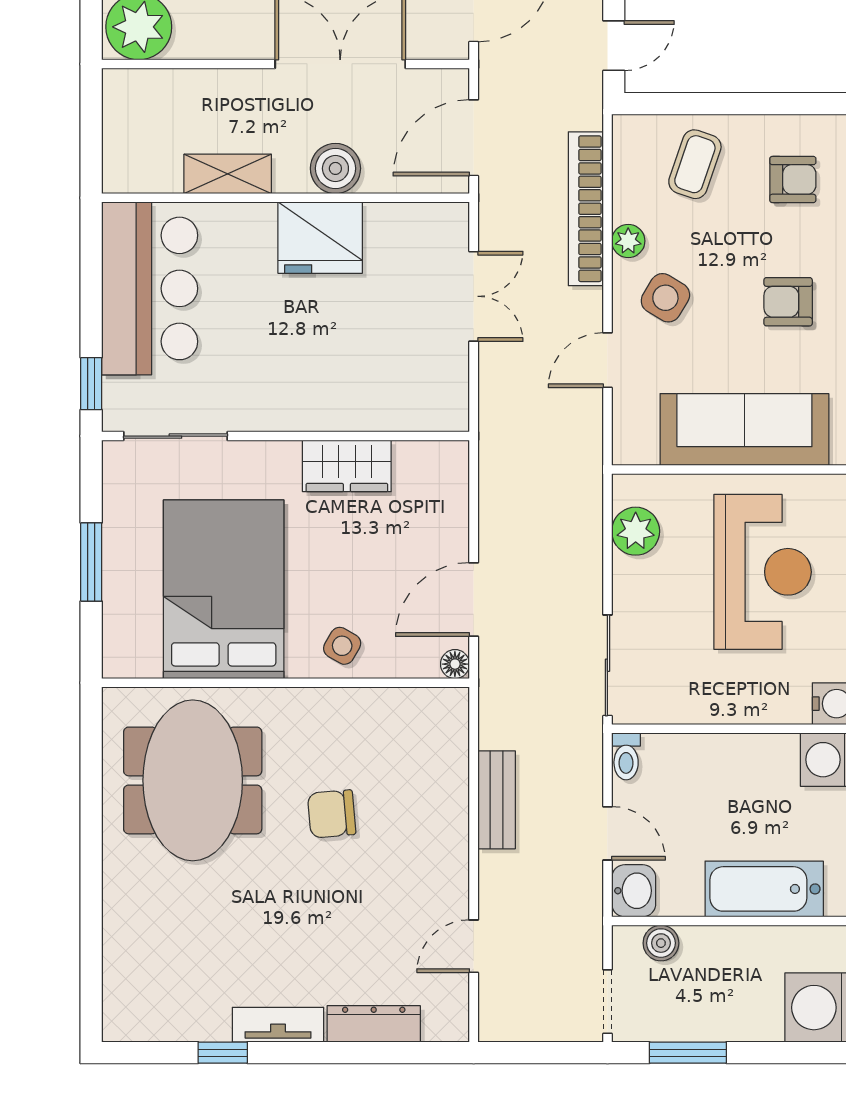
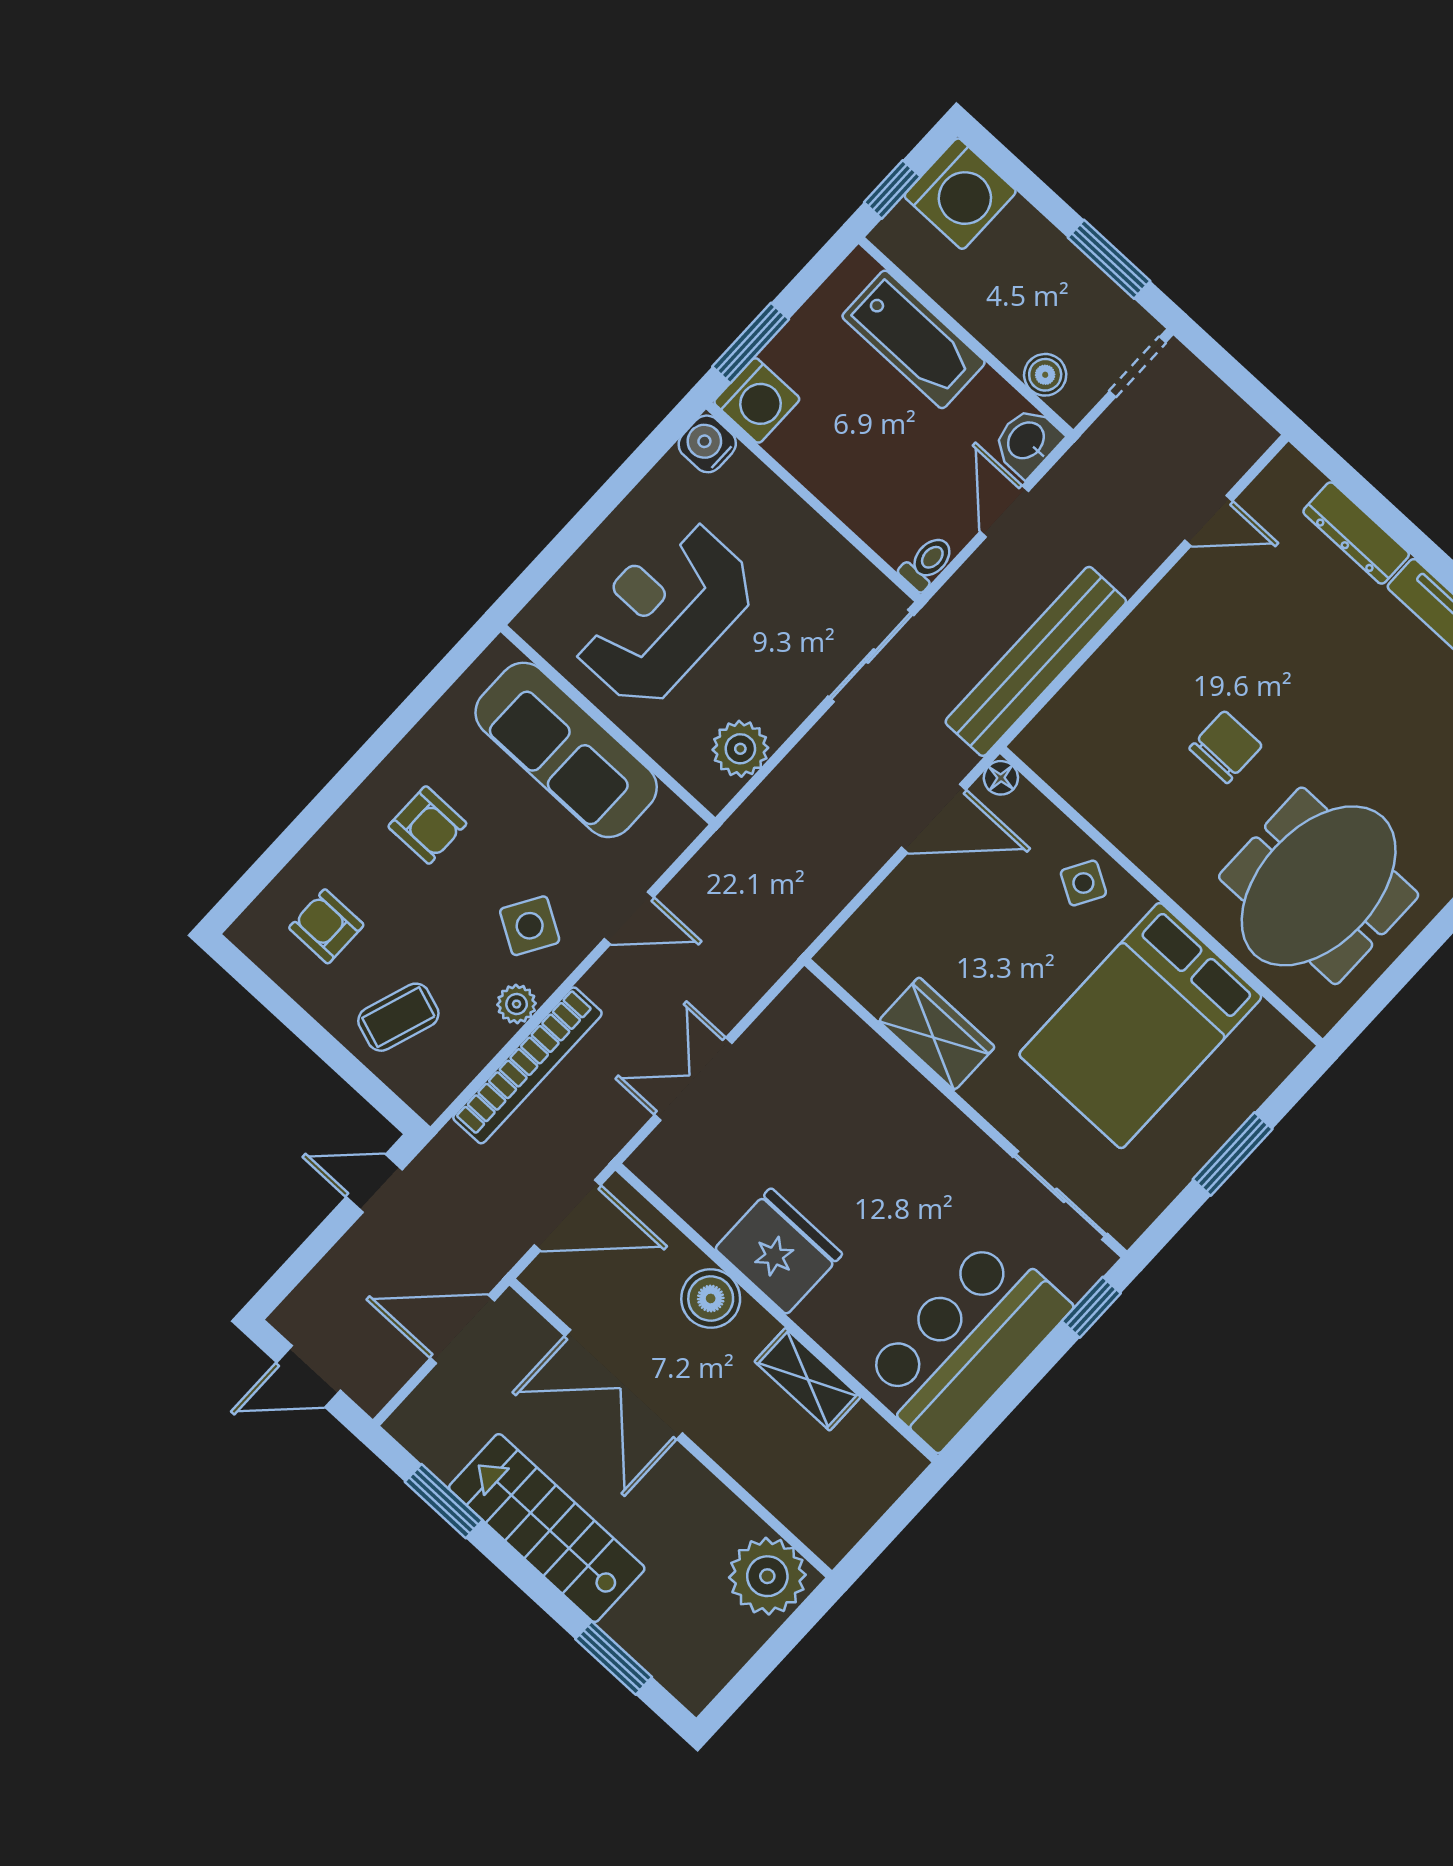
bench: (497, 800) -> (1036, 661), width x1.86, depth x1.21
chair: (332, 814) -> (1226, 747), turned -85

